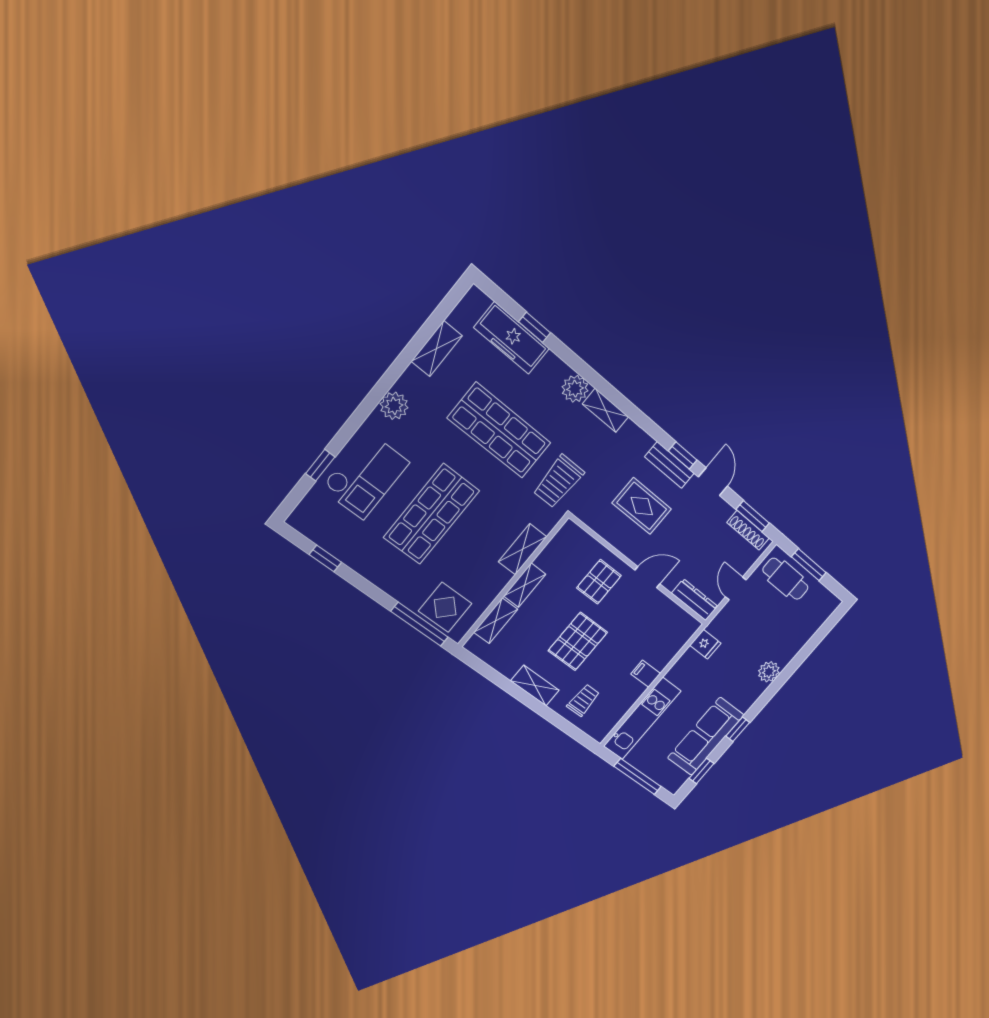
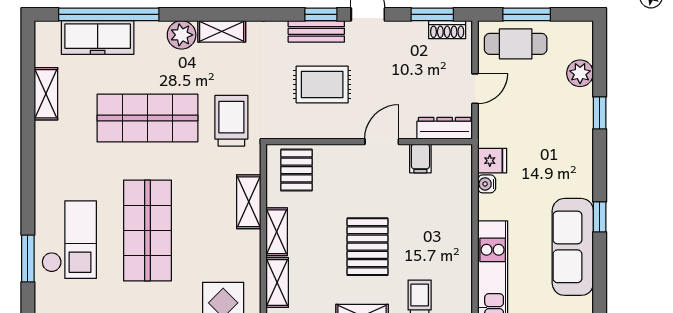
window: (535, 327) -> (109, 14), width x3.17
plant: (394, 406) -> (48, 165), removed
window: (320, 465) -> (28, 259), width x1.50
trolley: (558, 481) -> (231, 121), turned 180
shoe rack: (748, 530) -> (447, 30), width x0.70
pallet: (599, 582) -> (296, 170), moved
door: (736, 588) -> (475, 89), swing flipped
water cooler: (689, 657) -> (487, 184), added
plant: (769, 672) -> (580, 73), moved
filing cabinet: (646, 674) -> (420, 158), moved, turned -90
window: (701, 771) -> (600, 113), moved

